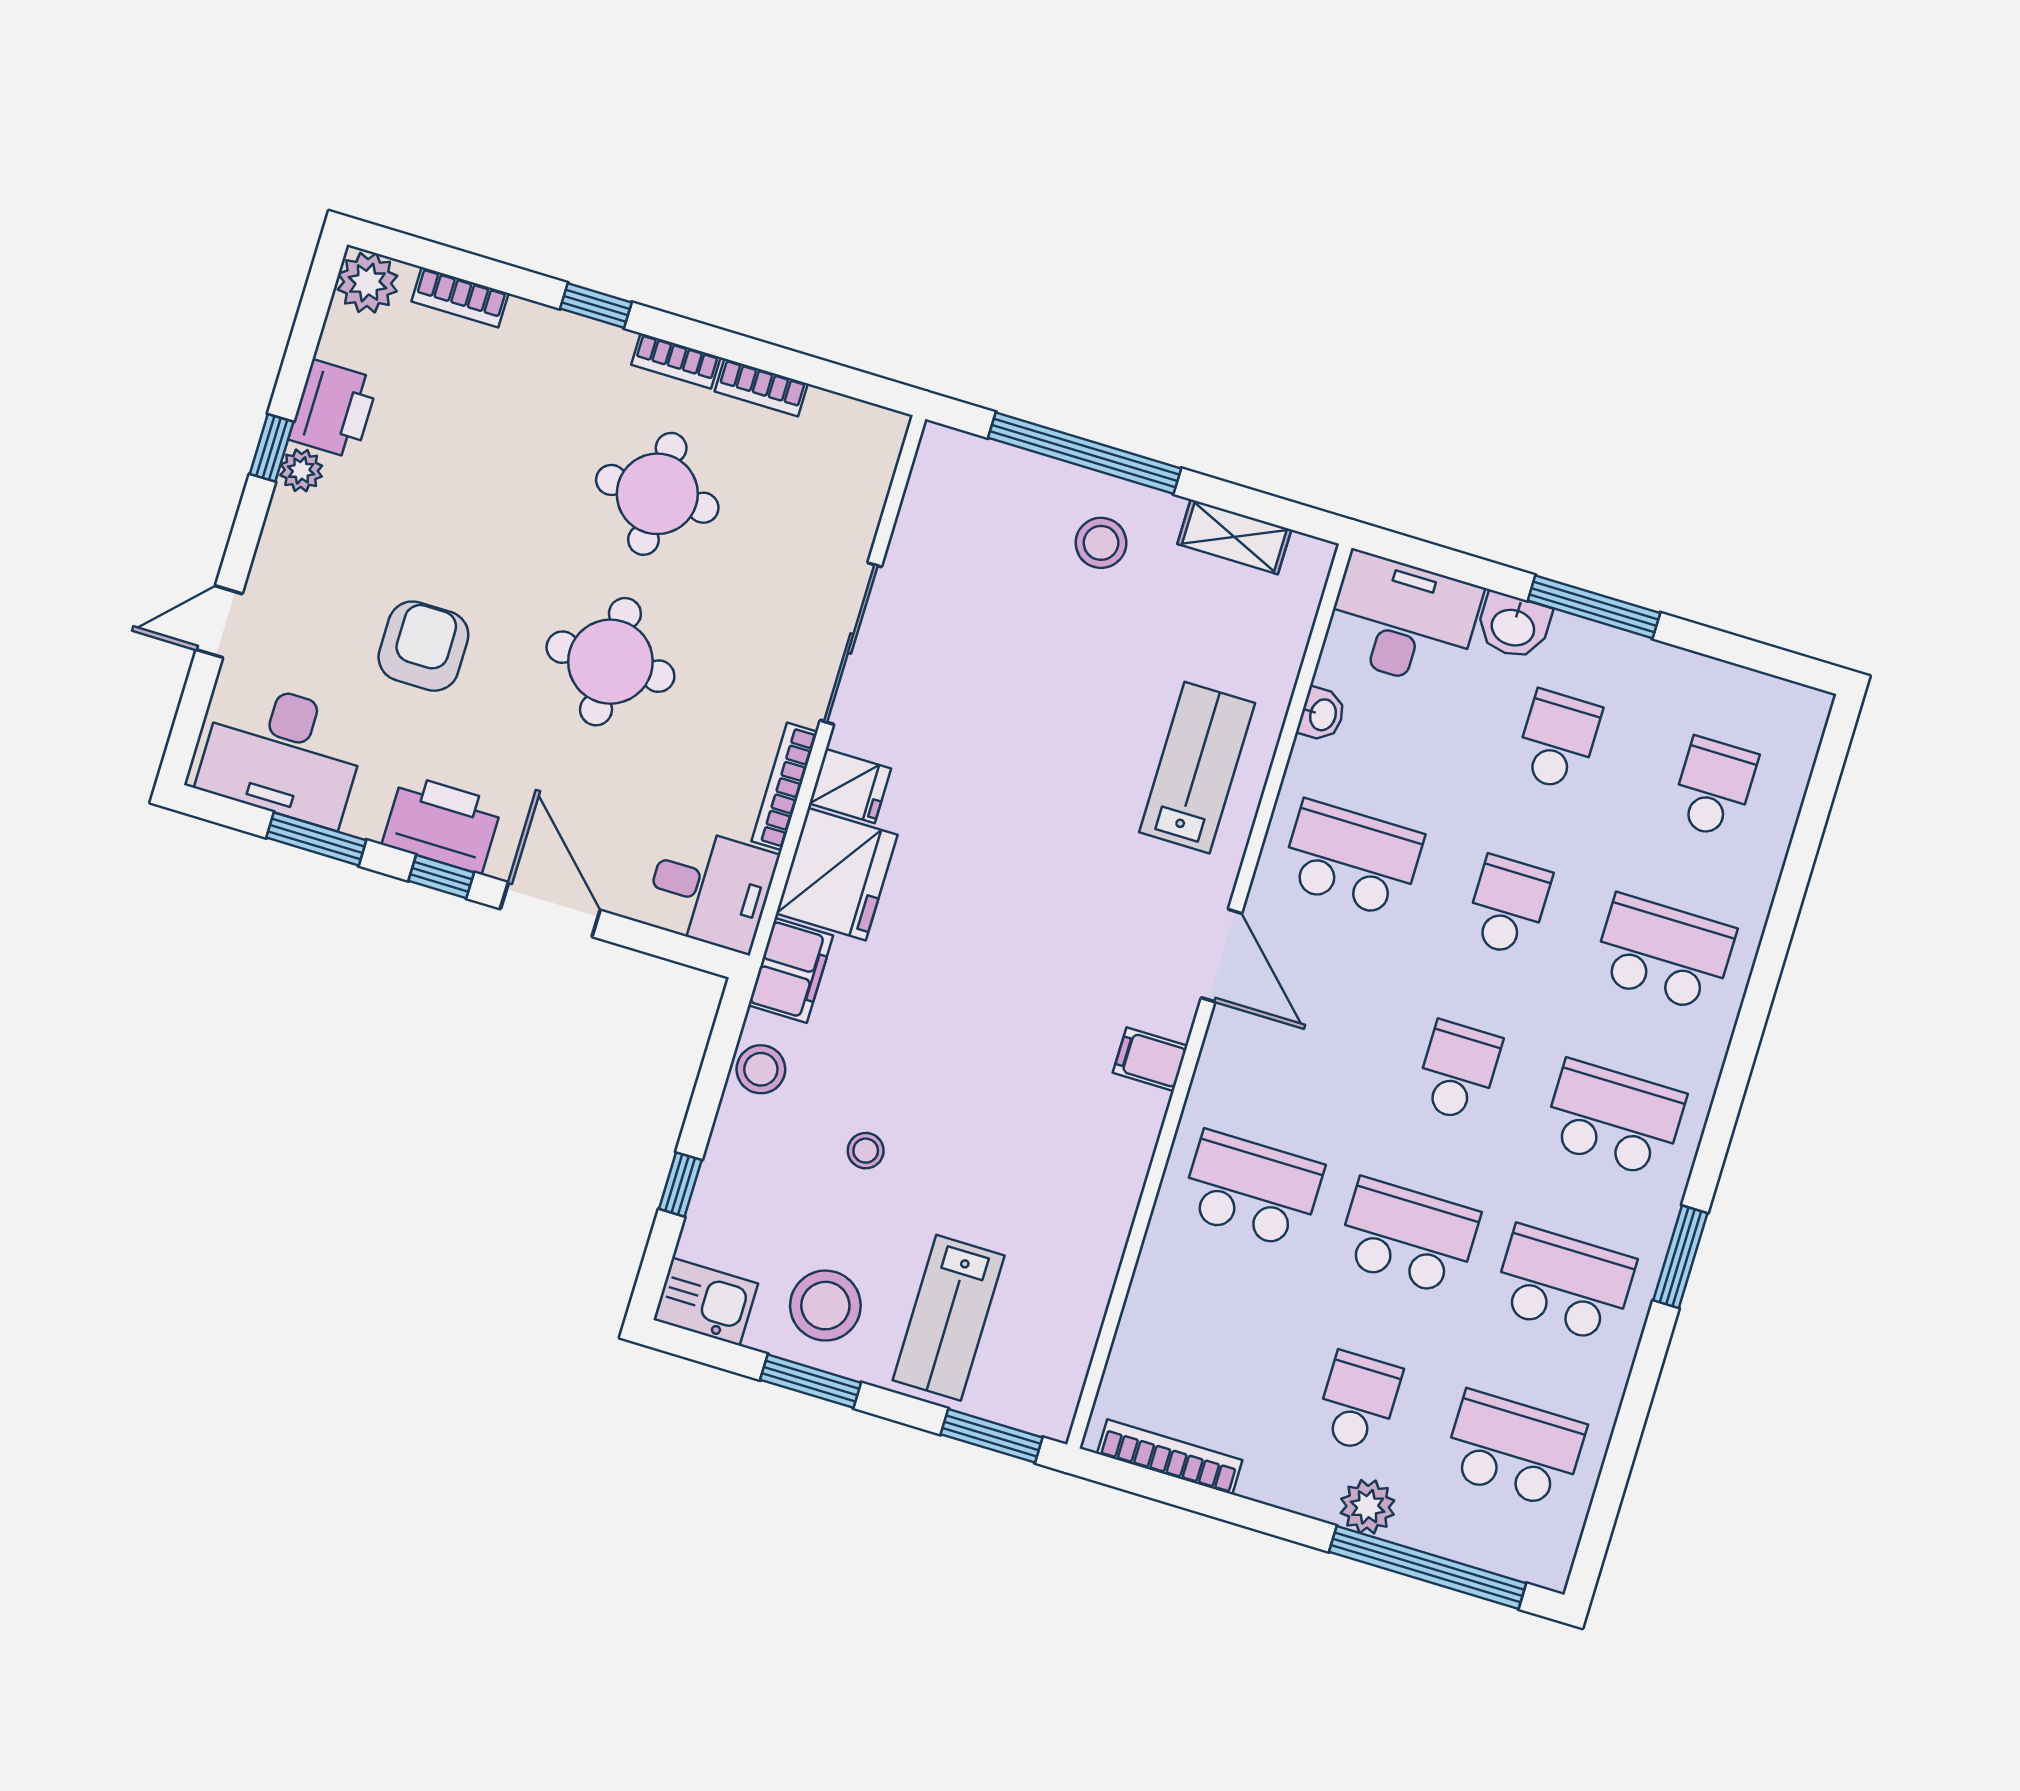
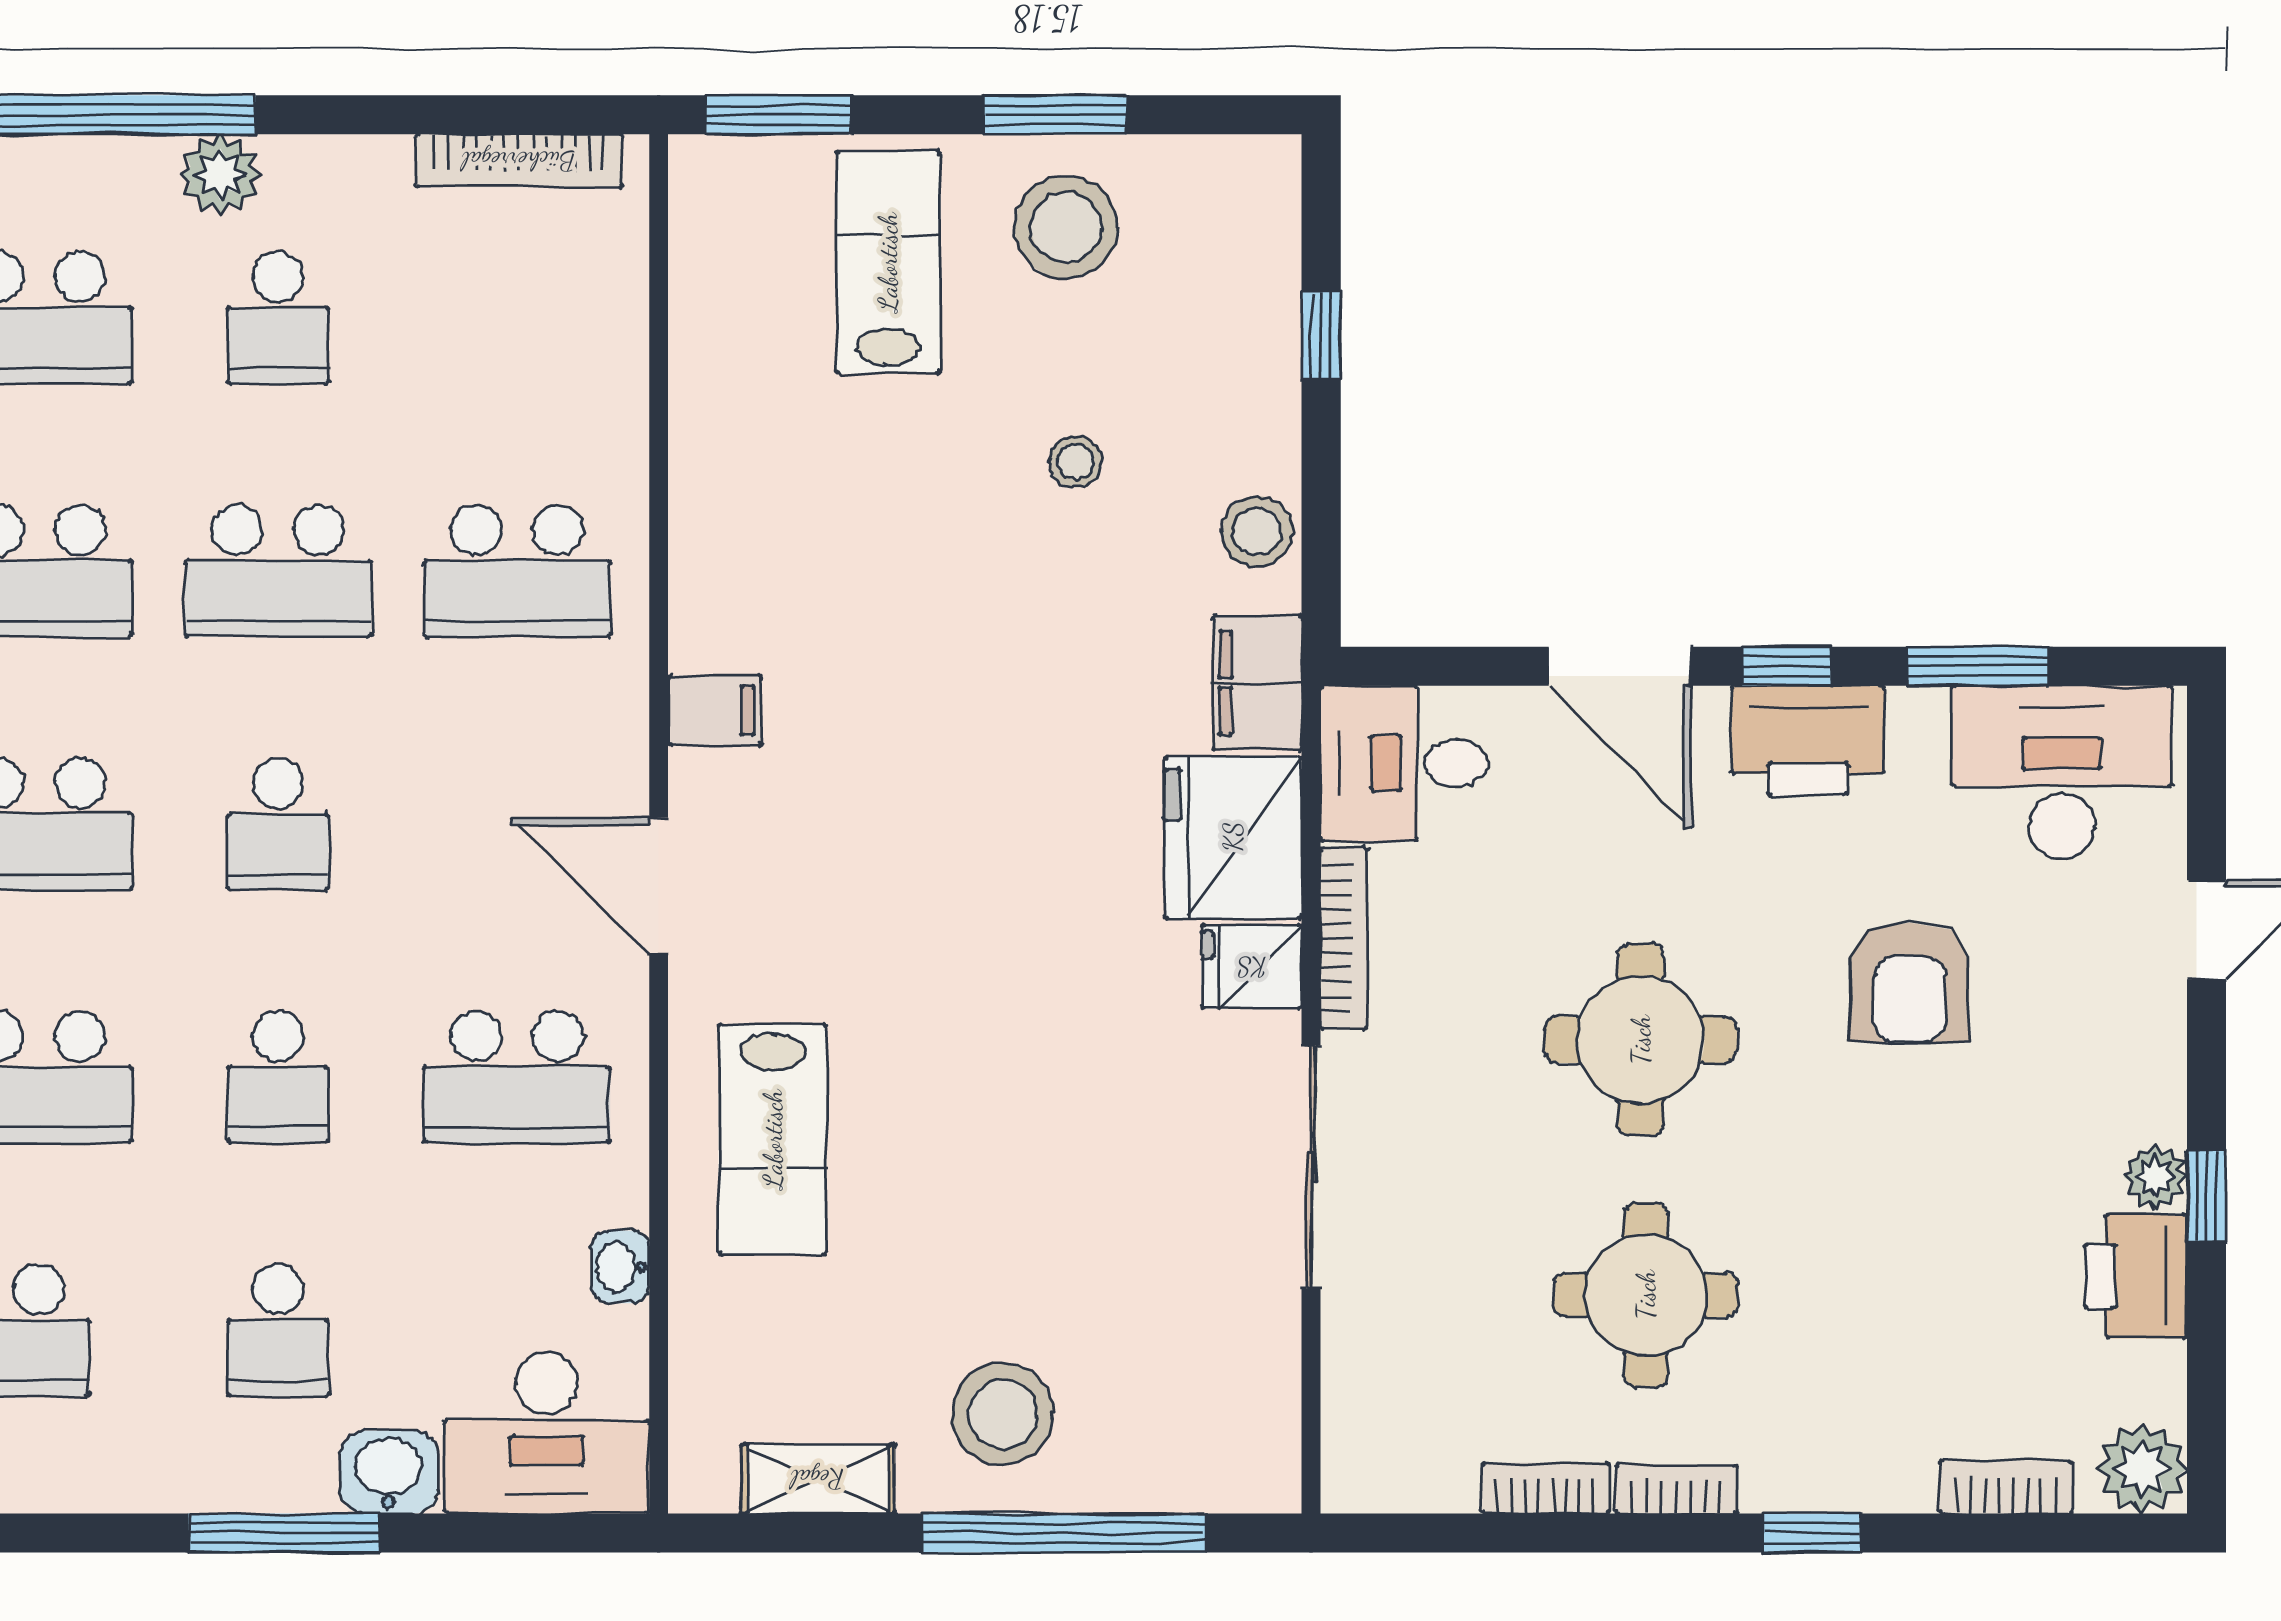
stool: (1101, 543) -> (1003, 1414), width x1.38, depth x1.38
kitchen sink: (706, 1302) -> (1236, 182), removed

